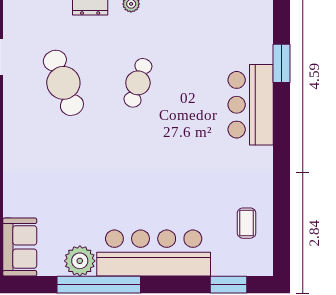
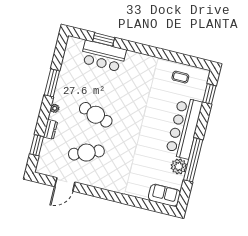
cafe table: (138, 83) -> (96, 115), width x1.37, depth x1.35
bar counter: (251, 105) -> (103, 56), moved

